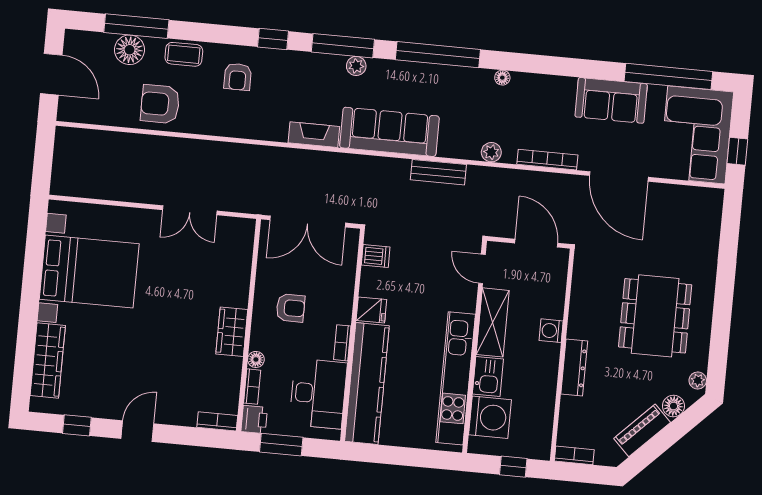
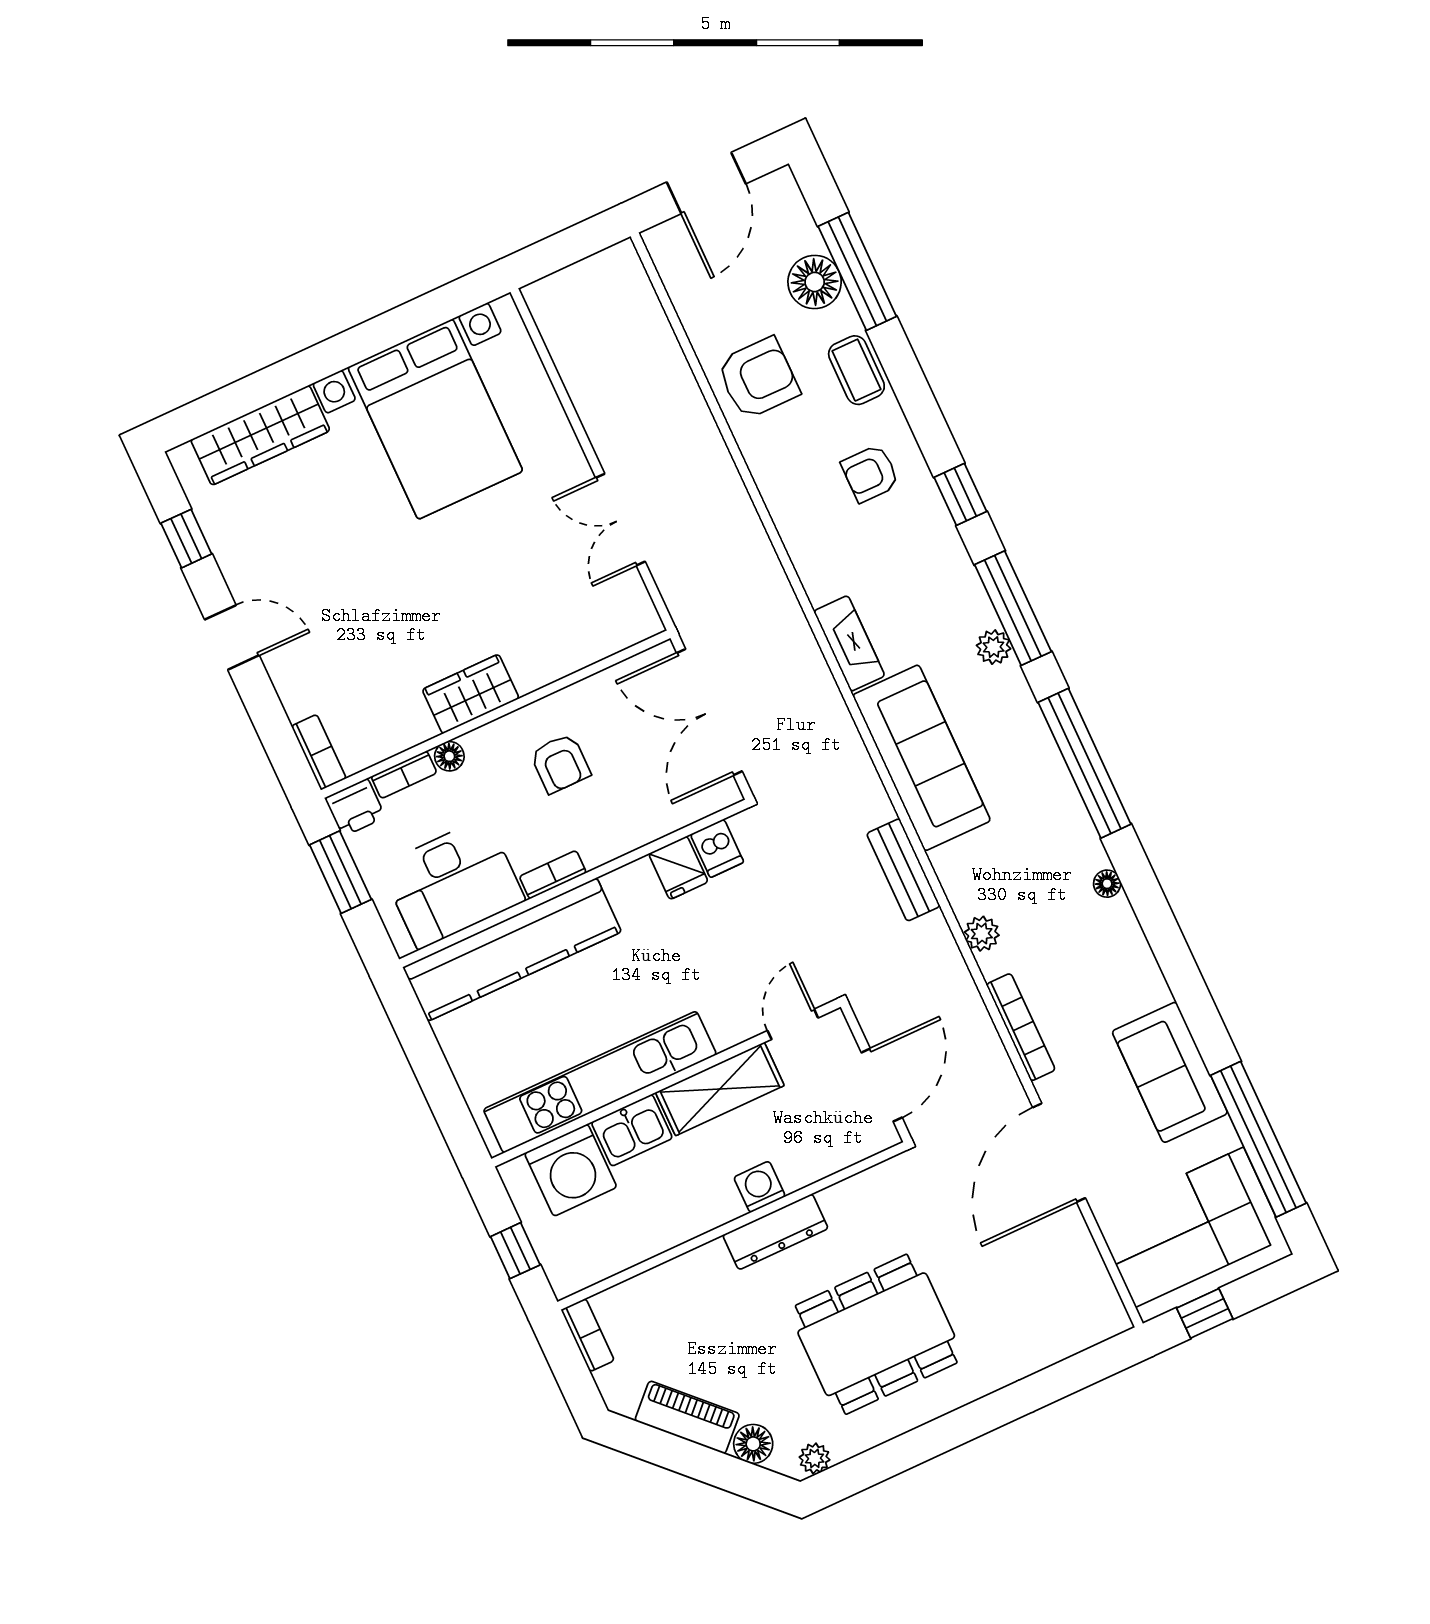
armchair: (160, 104) -> (758, 378), turned 90
fridge: (371, 310) -> (678, 868), moved
dresser: (574, 368) -> (775, 1232), moved

